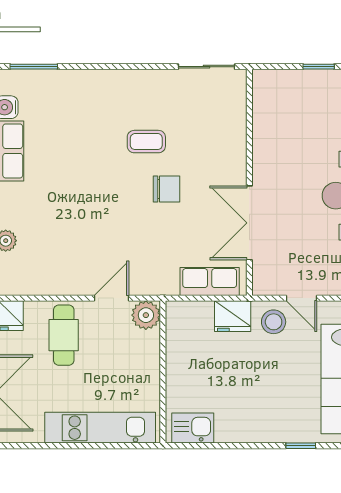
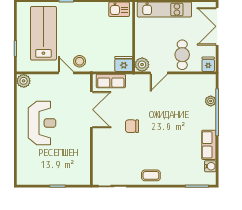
coffee table: (146, 142) -> (151, 175), moved
fridge: (233, 316) -> (124, 64), moved

